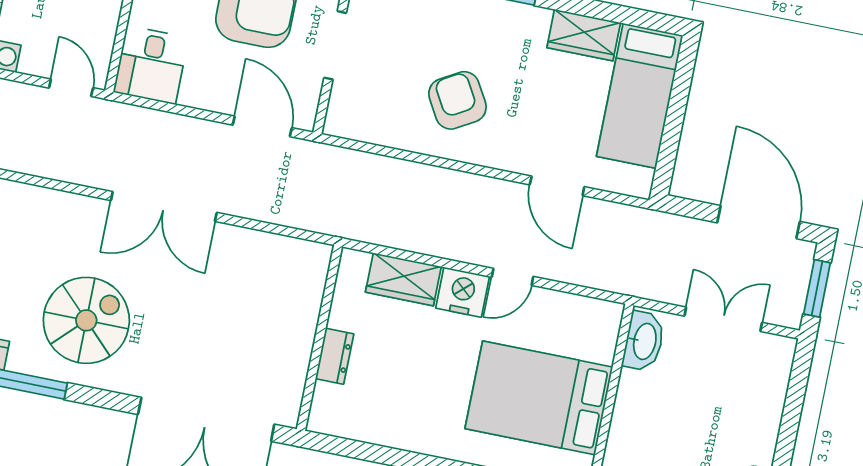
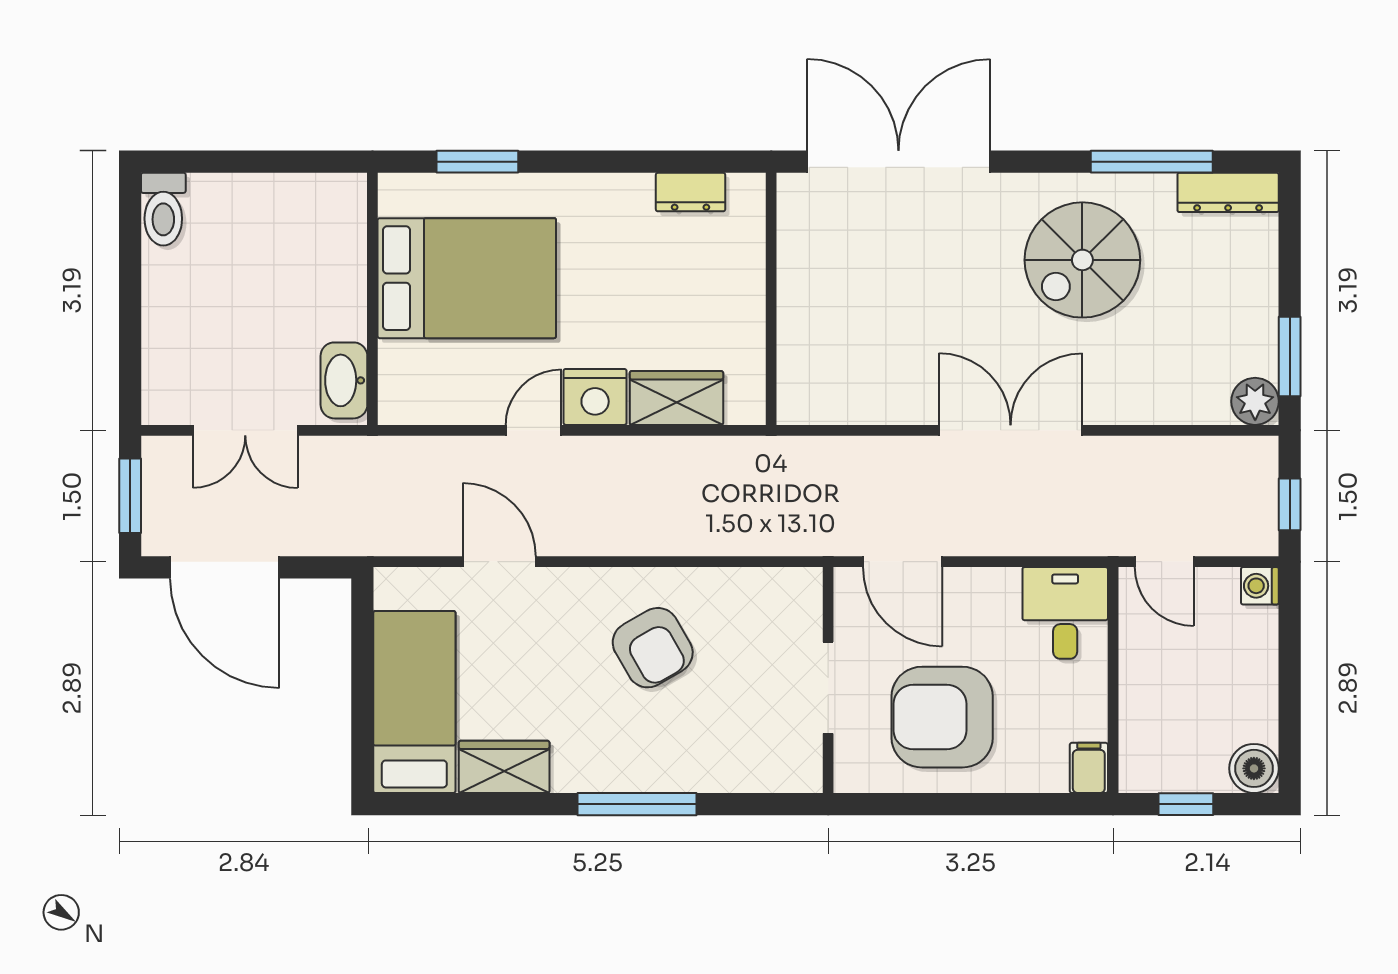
dresser: (335, 356) -> (691, 192), moved, turned -90

